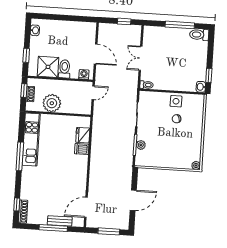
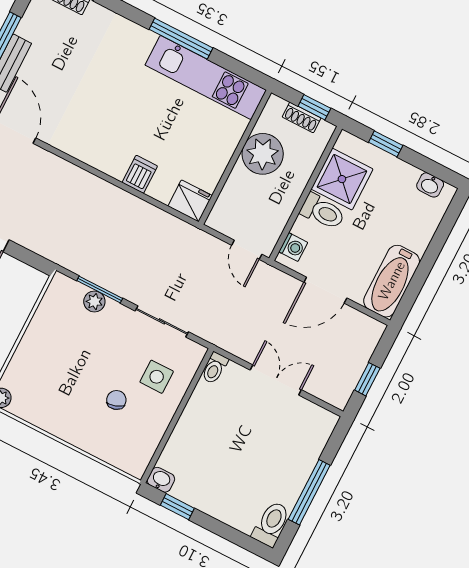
bathtub: (80, 29) -> (392, 281), added
side table: (176, 101) -> (157, 377), moved
fridge: (83, 135) -> (190, 201), moved

